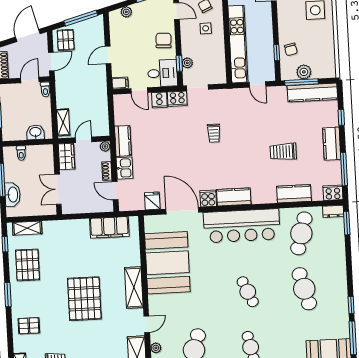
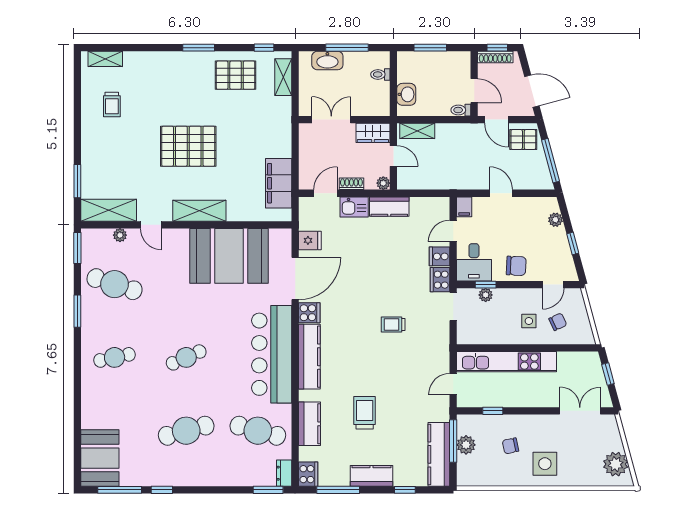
chair: (291, 49) -> (510, 446), moved
kitchen counter: (234, 197) -> (309, 357), width x1.50
pallet: (29, 326) -> (157, 73), removed

